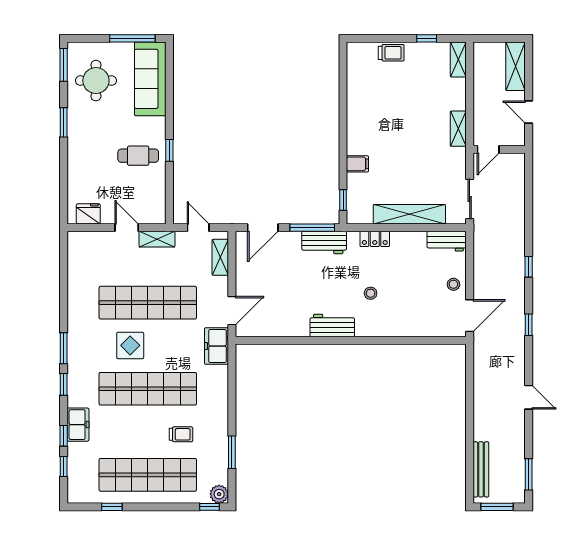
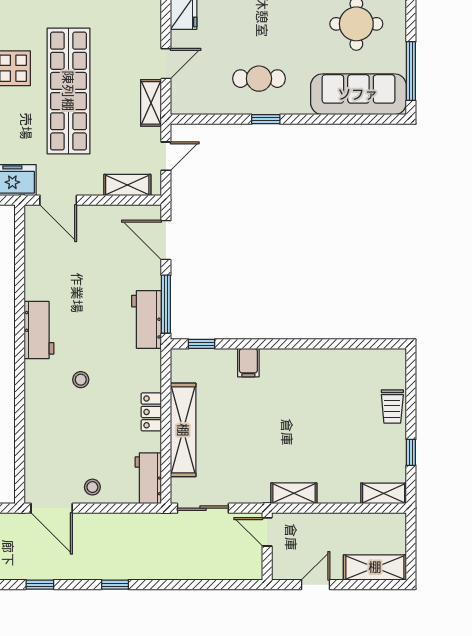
cafe table: (138, 156) -> (259, 79), turned 90
locker: (375, 239) -> (151, 412), moved

